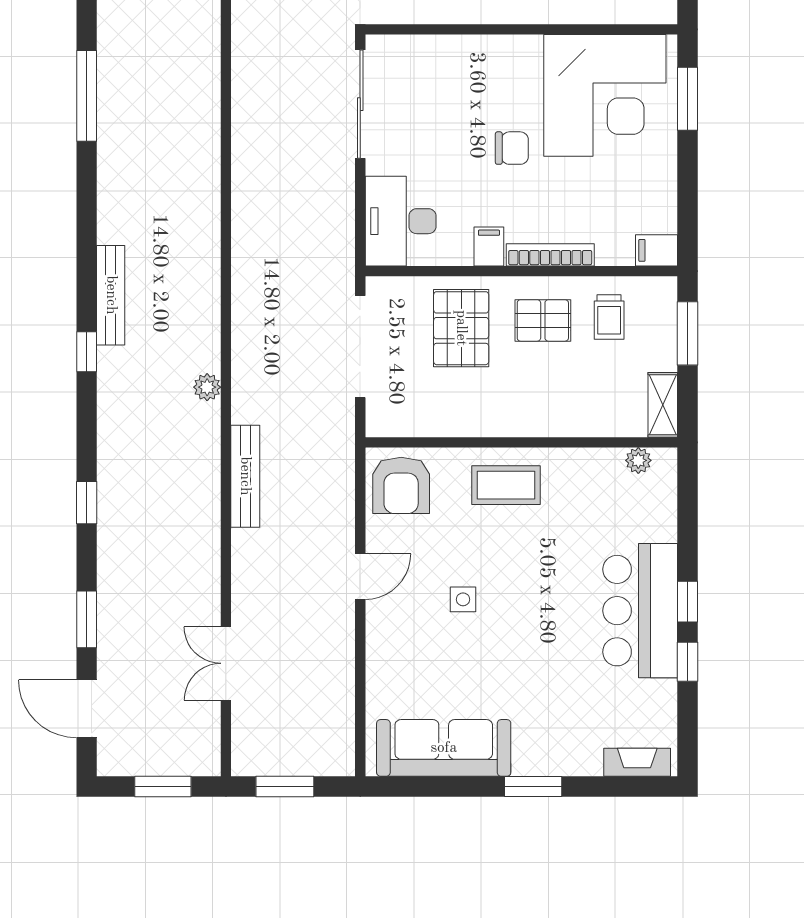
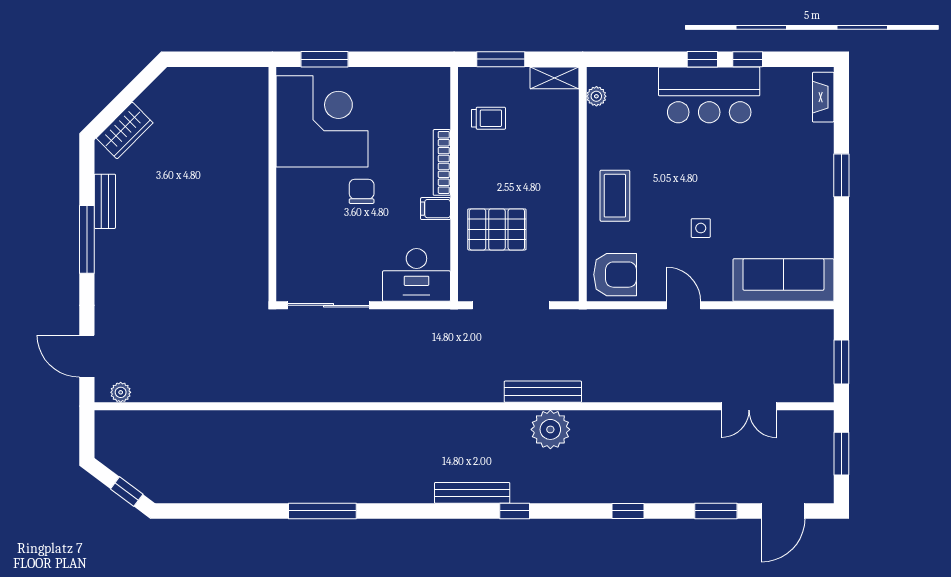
filing cabinet: (657, 250) -> (438, 83), removed
pallet: (543, 320) -> (491, 168), removed
plant: (207, 387) -> (550, 429), width x1.88, depth x1.88
bench: (245, 476) -> (543, 392), moved
sofa: (444, 748) -> (783, 280), moved, turned 90

